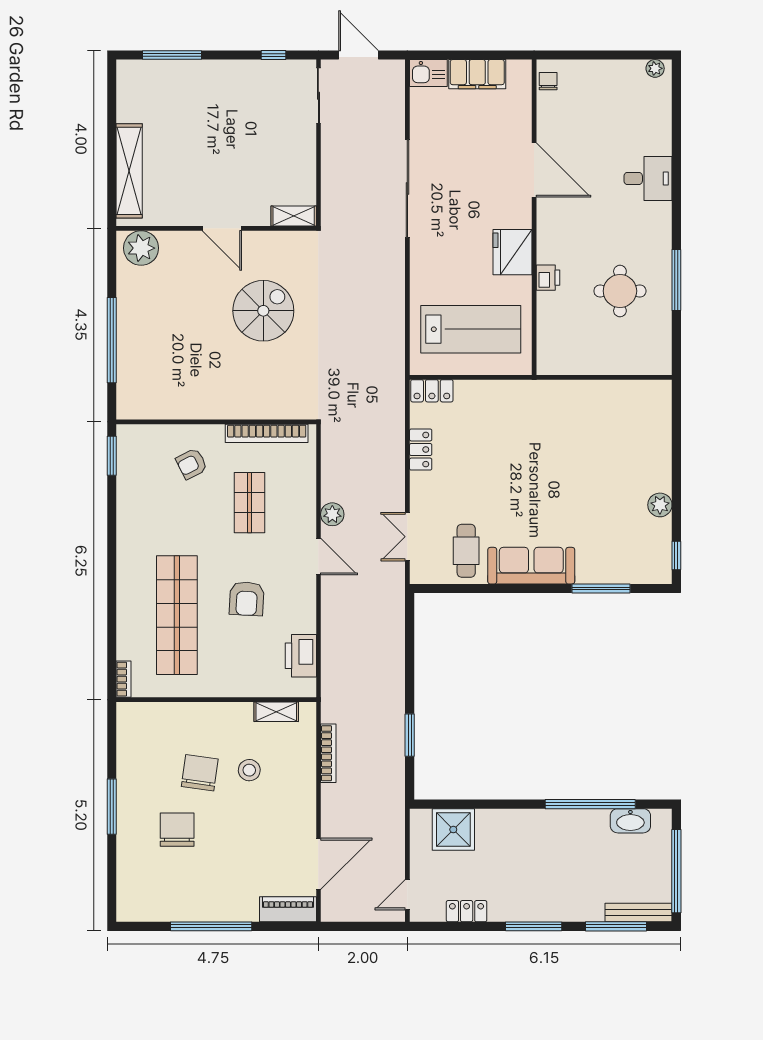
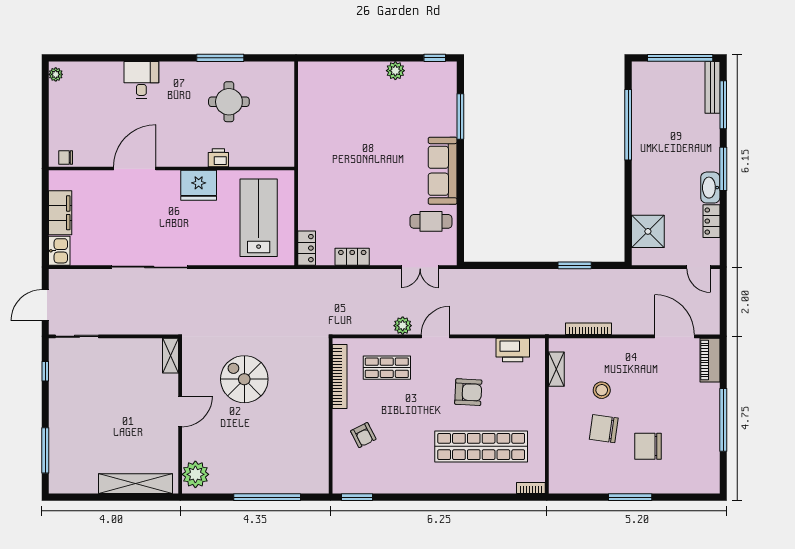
shop shelf: (249, 503) -> (387, 368), moved
washbasin: (630, 821) -> (710, 188), moved, turned 180

